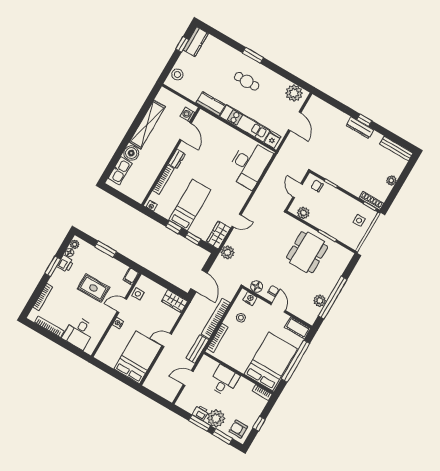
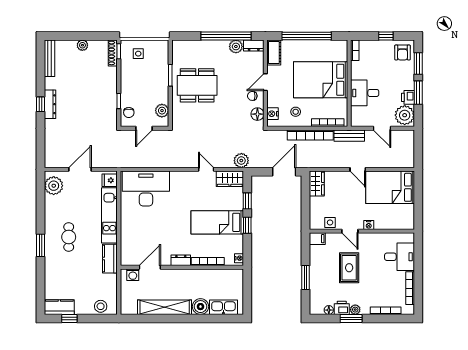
plant: (75, 244) -> (355, 310), moved
dresser: (312, 315) -> (254, 45), added
bed: (271, 361) -> (321, 80), moved
plant: (216, 418) -> (405, 115), moved

